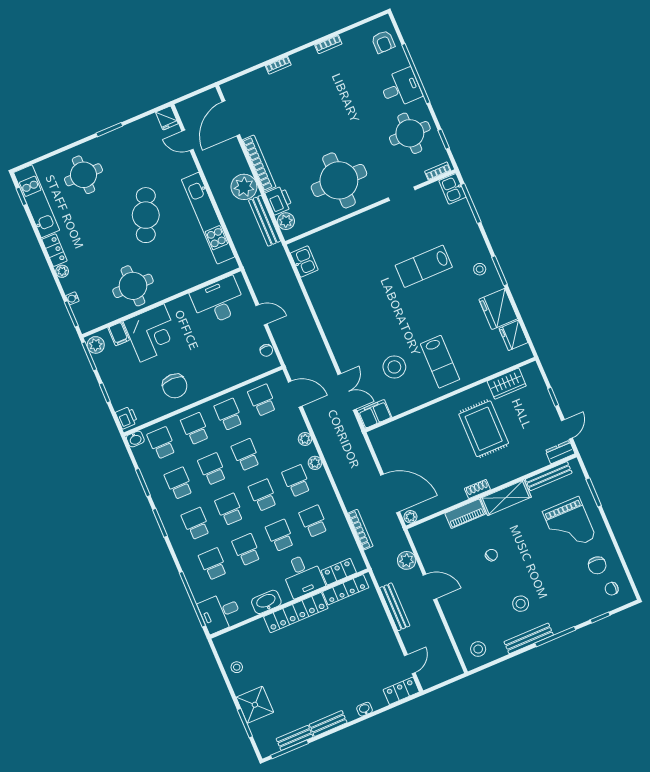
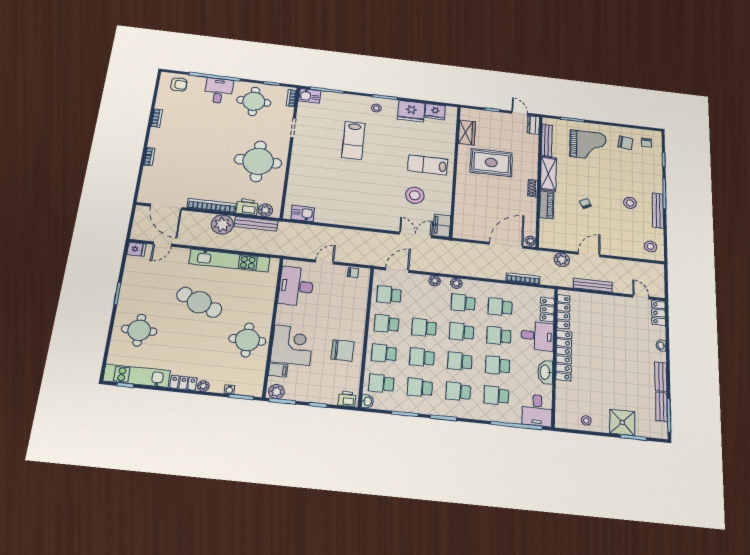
lab bench: (440, 362) -> (428, 165), turned 180

